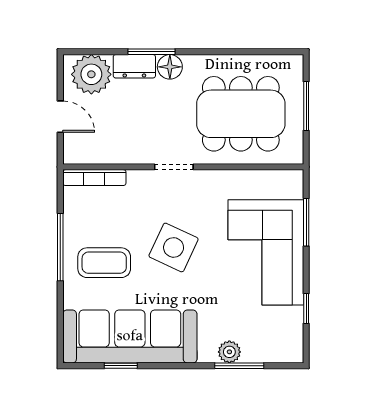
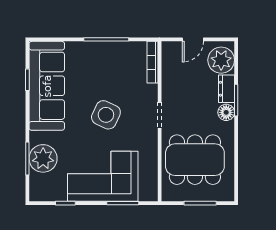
dining table: (241, 114) -> (195, 160), turned 90
coffee table: (104, 263) -> (96, 69), removed
plant: (229, 352) -> (43, 158), width x1.87, depth x1.87

